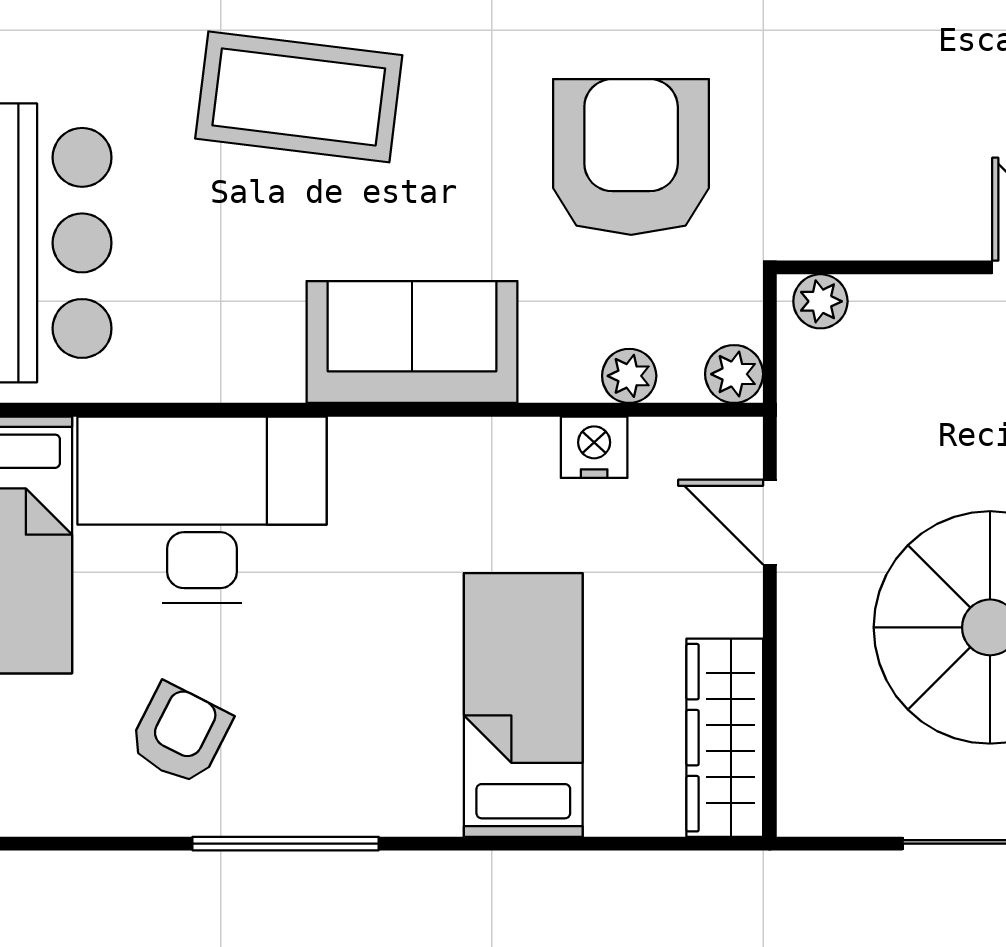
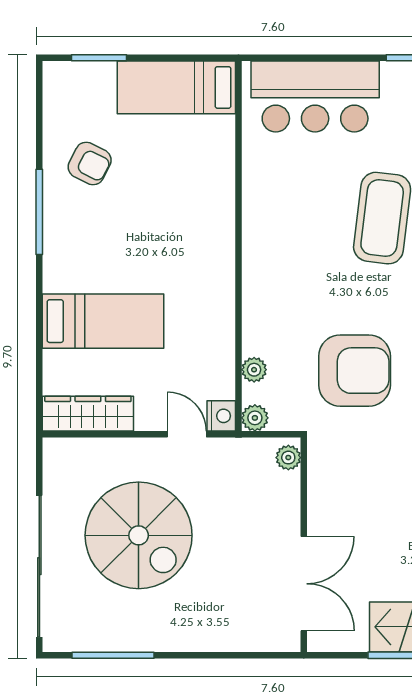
sofa: (412, 342) -> (270, 270), removed
nightstand: (594, 447) -> (221, 416), moved
desk: (202, 510) -> (193, 174), removed
door: (770, 522) -> (187, 434), hinge flipped

